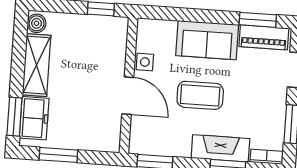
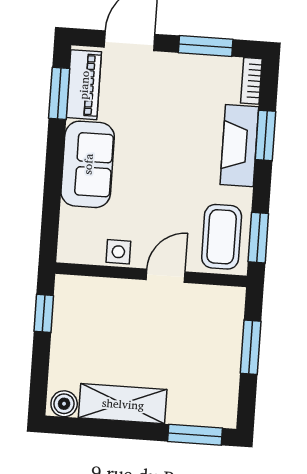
coffee table: (200, 95) -> (222, 237), moved
door: (128, 96) -> (166, 276), width x0.73
freezer: (34, 118) -> (197, 407), removed
window: (58, 155) -> (251, 347), moved

